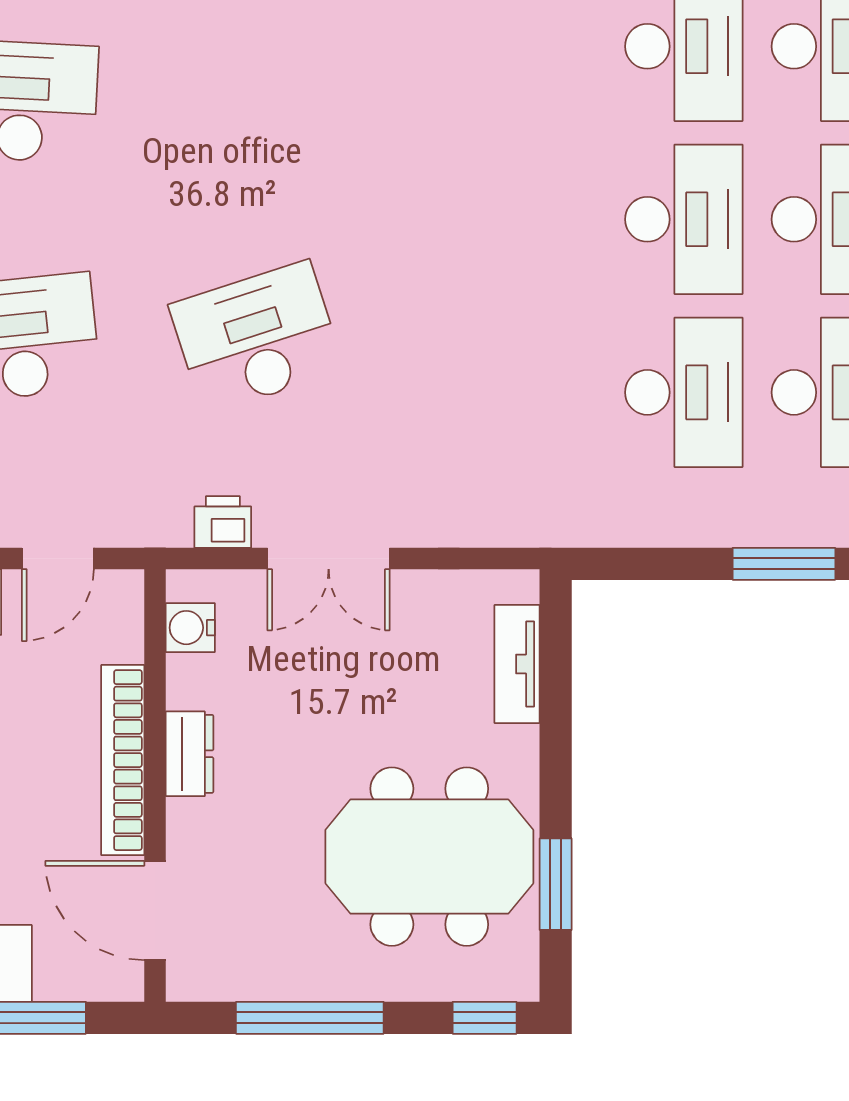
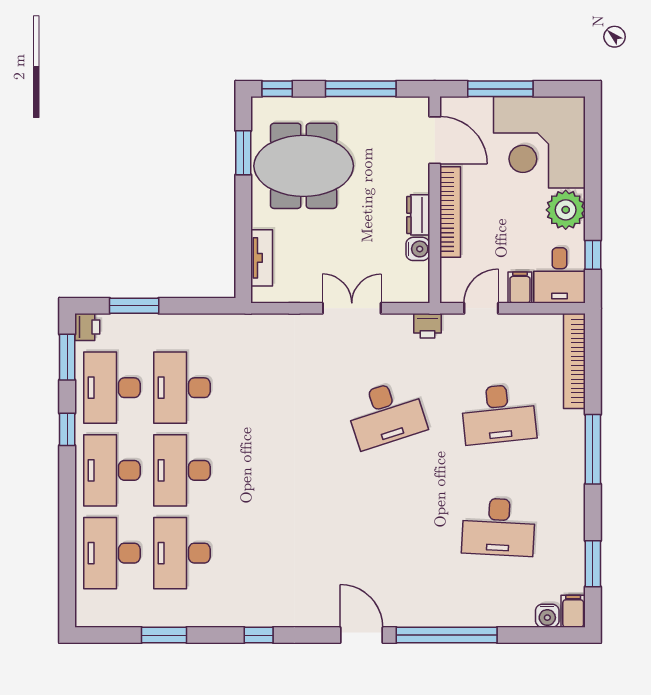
printer: (223, 522) -> (428, 326), moved
water cooler: (190, 628) -> (418, 249), moved

